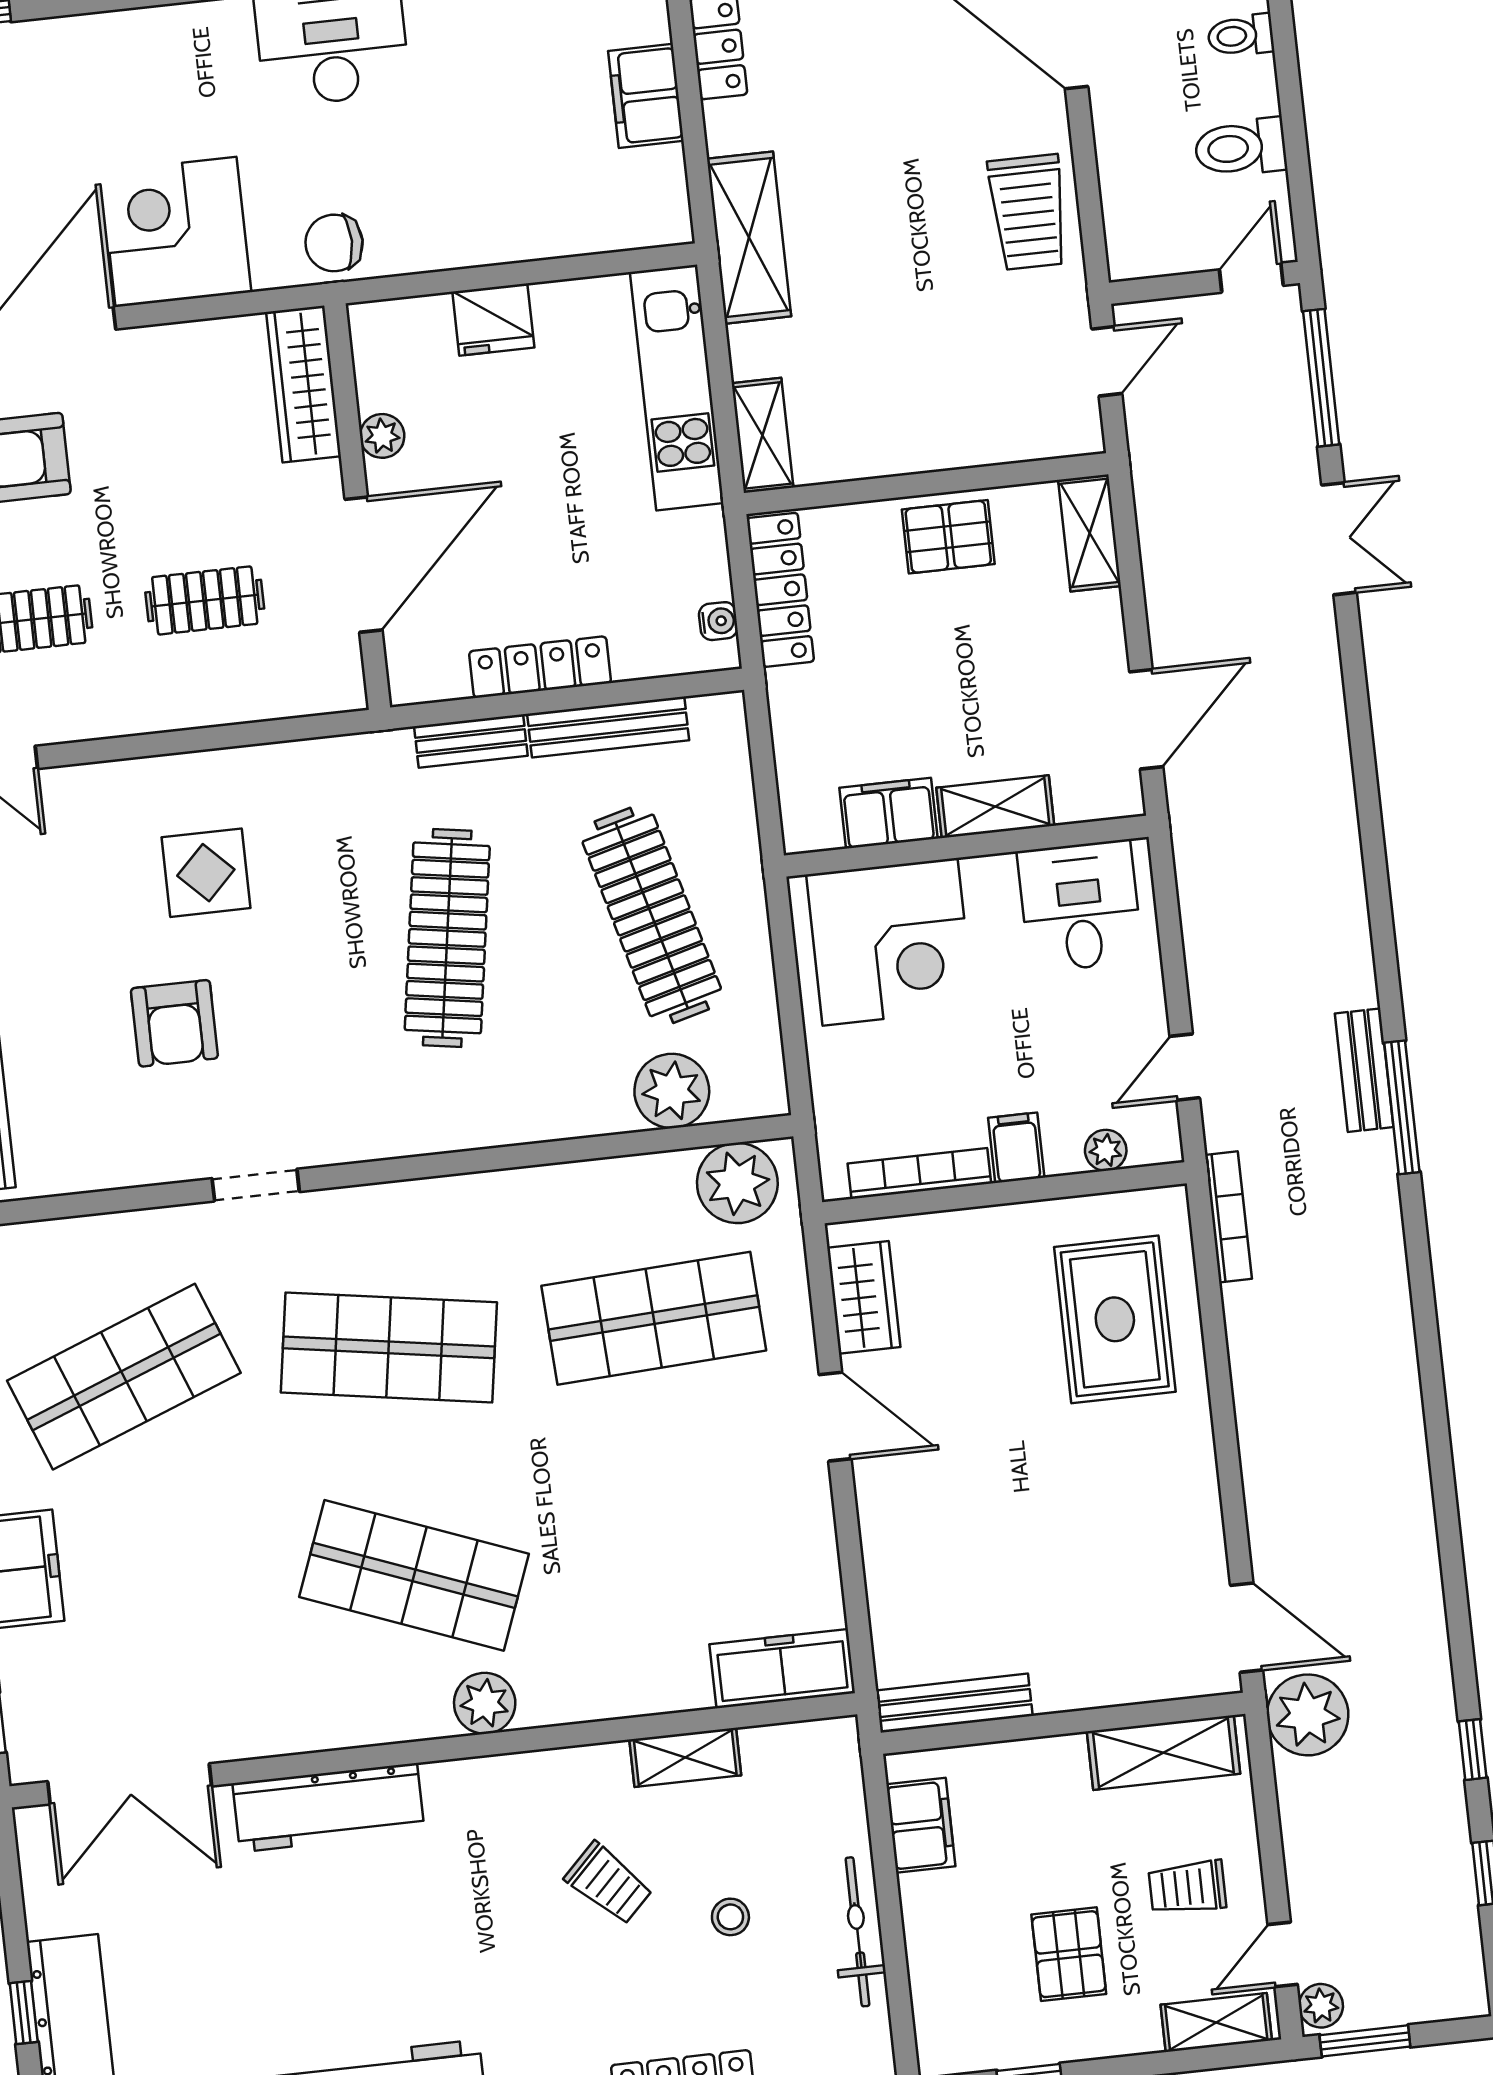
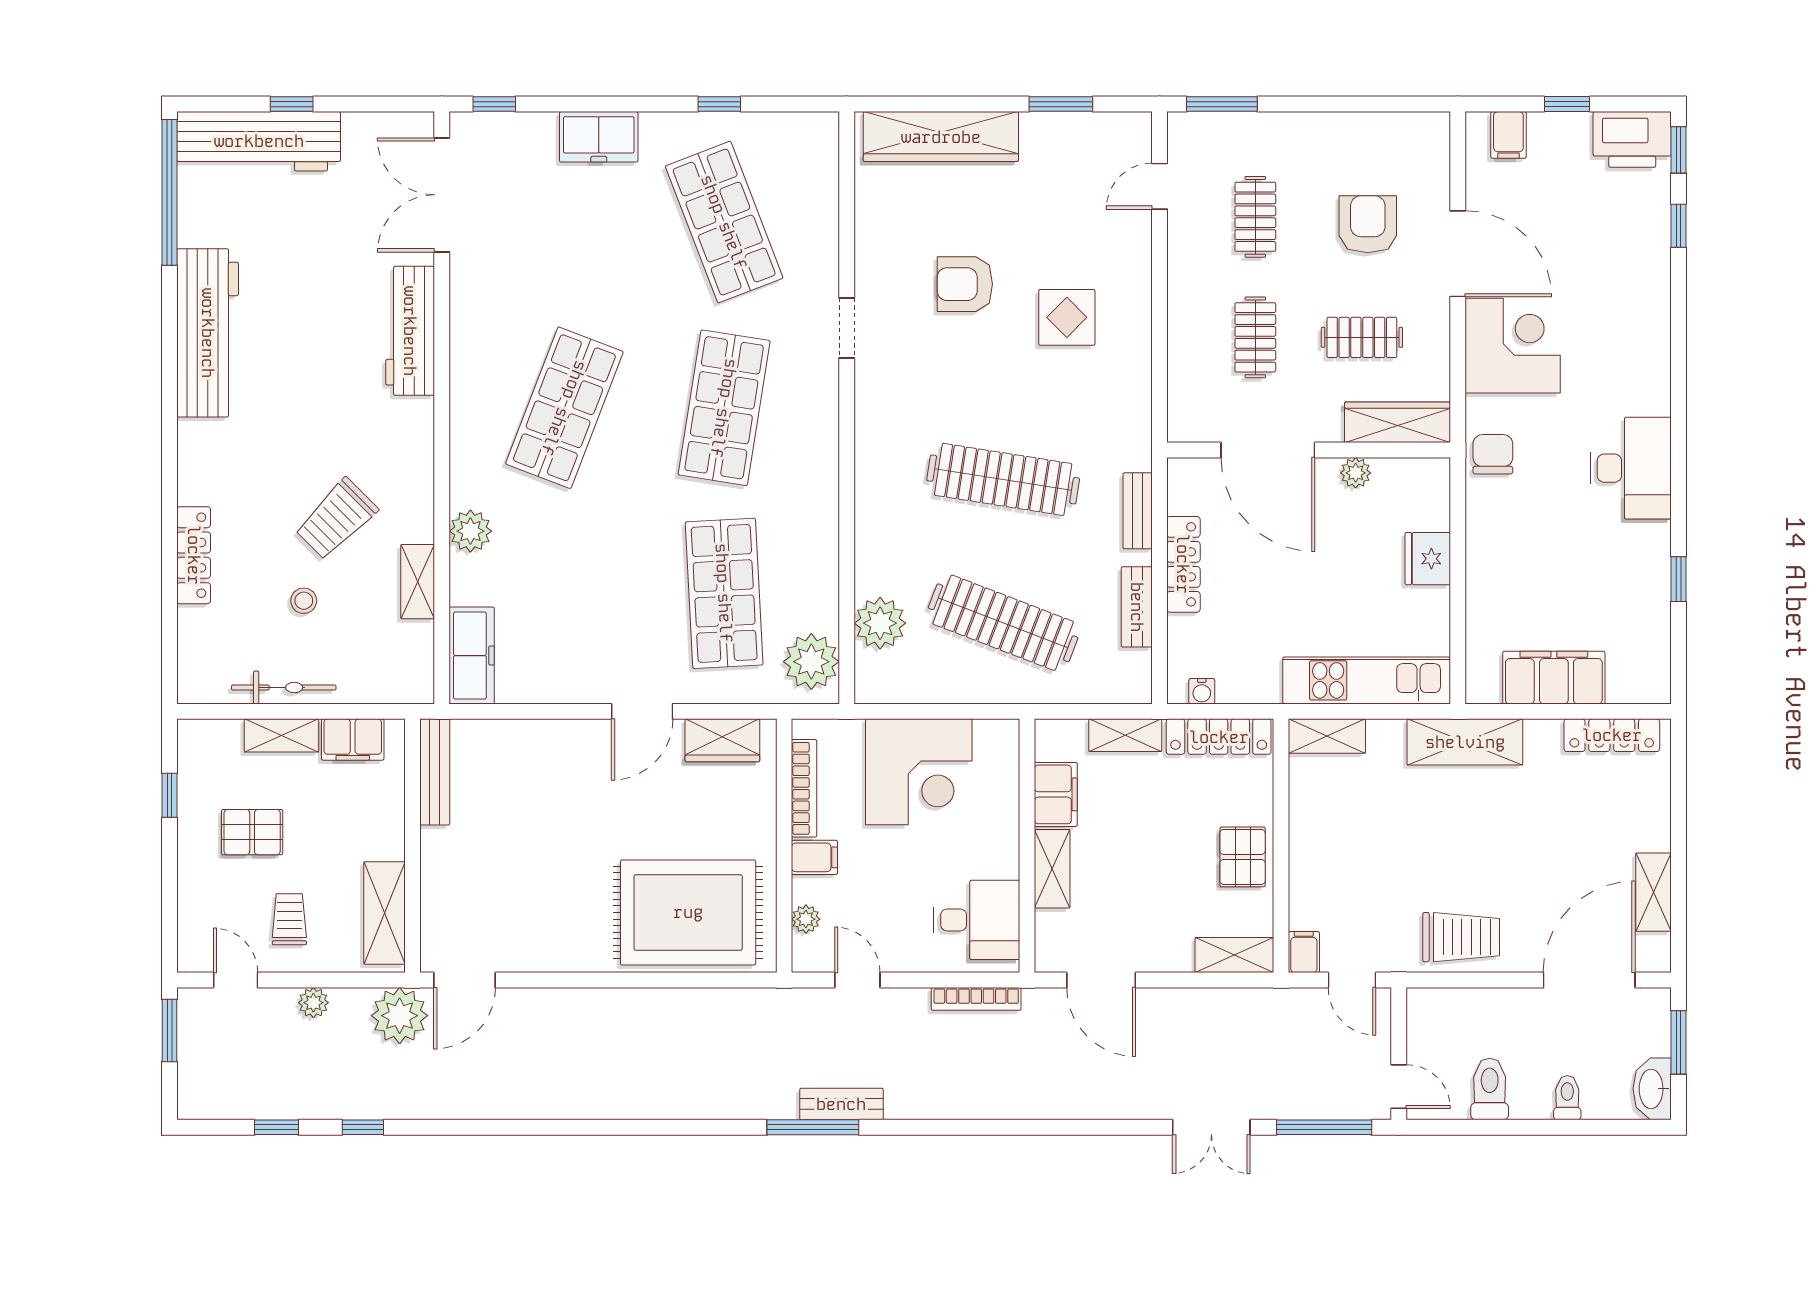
filing cabinet: (646, 96) -> (1554, 678), width x1.50, depth x1.17
trolley: (1028, 212) -> (1461, 937), turned 180
filing cabinet: (1074, 434) -> (1304, 952), added
clothes rail: (188, 448) -> (1362, 337), added
shelving: (793, 723) -> (1125, 735), added
bench: (608, 727) -> (1137, 607), width x0.73
clothes rail: (652, 915) -> (1003, 623), turned 36
corner desk: (890, 942) -> (919, 772), moved, turned -90
bookcase: (1228, 1217) -> (976, 999), moved
rug: (1115, 1319) -> (688, 912), width x1.37, depth x1.44
plant: (485, 1703) -> (470, 531), moved
trolley: (609, 1883) -> (336, 519), width x1.36, depth x1.39
plant: (1321, 2006) -> (313, 1003), moved
shelving: (1216, 2023) -> (281, 735), moved, turned 90

